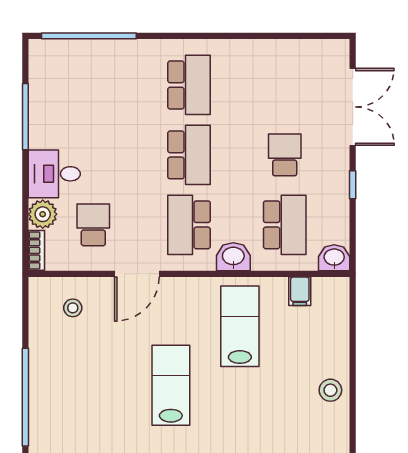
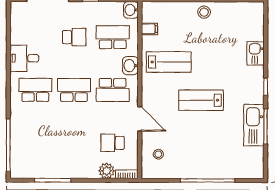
school desk: (285, 155) -> (74, 37), turned 180
desk: (54, 174) -> (24, 58), moved, turned 90
lab bench: (240, 326) -> (169, 62), turned 180

